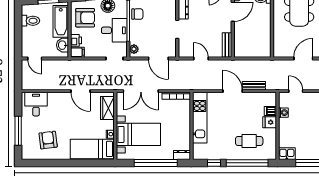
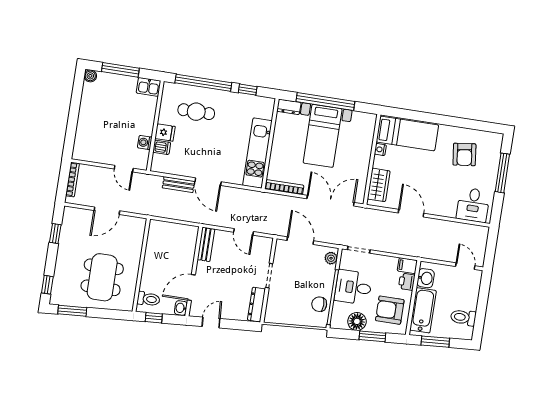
bed with nightstands: (138, 134) -> (323, 136), moved, turned -90

